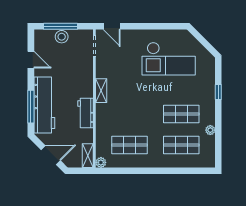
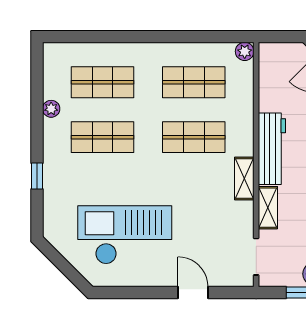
door: (112, 26) -> (193, 293), moved
workbench: (86, 113) -> (272, 149), width x1.38
shop shelf: (130, 114) -> (194, 137), added
shelving: (88, 156) -> (268, 208), moved

